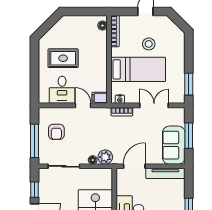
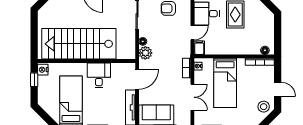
stool: (149, 44) -> (264, 107), moved
door: (134, 166) -> (137, 79), hinge flipped

